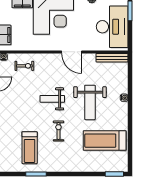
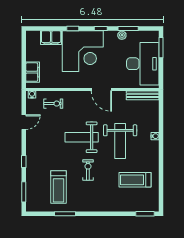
weight bench: (52, 99) -> (82, 137), width x1.36, depth x1.33
treadmill: (105, 141) -> (135, 180), width x0.73, depth x0.73

